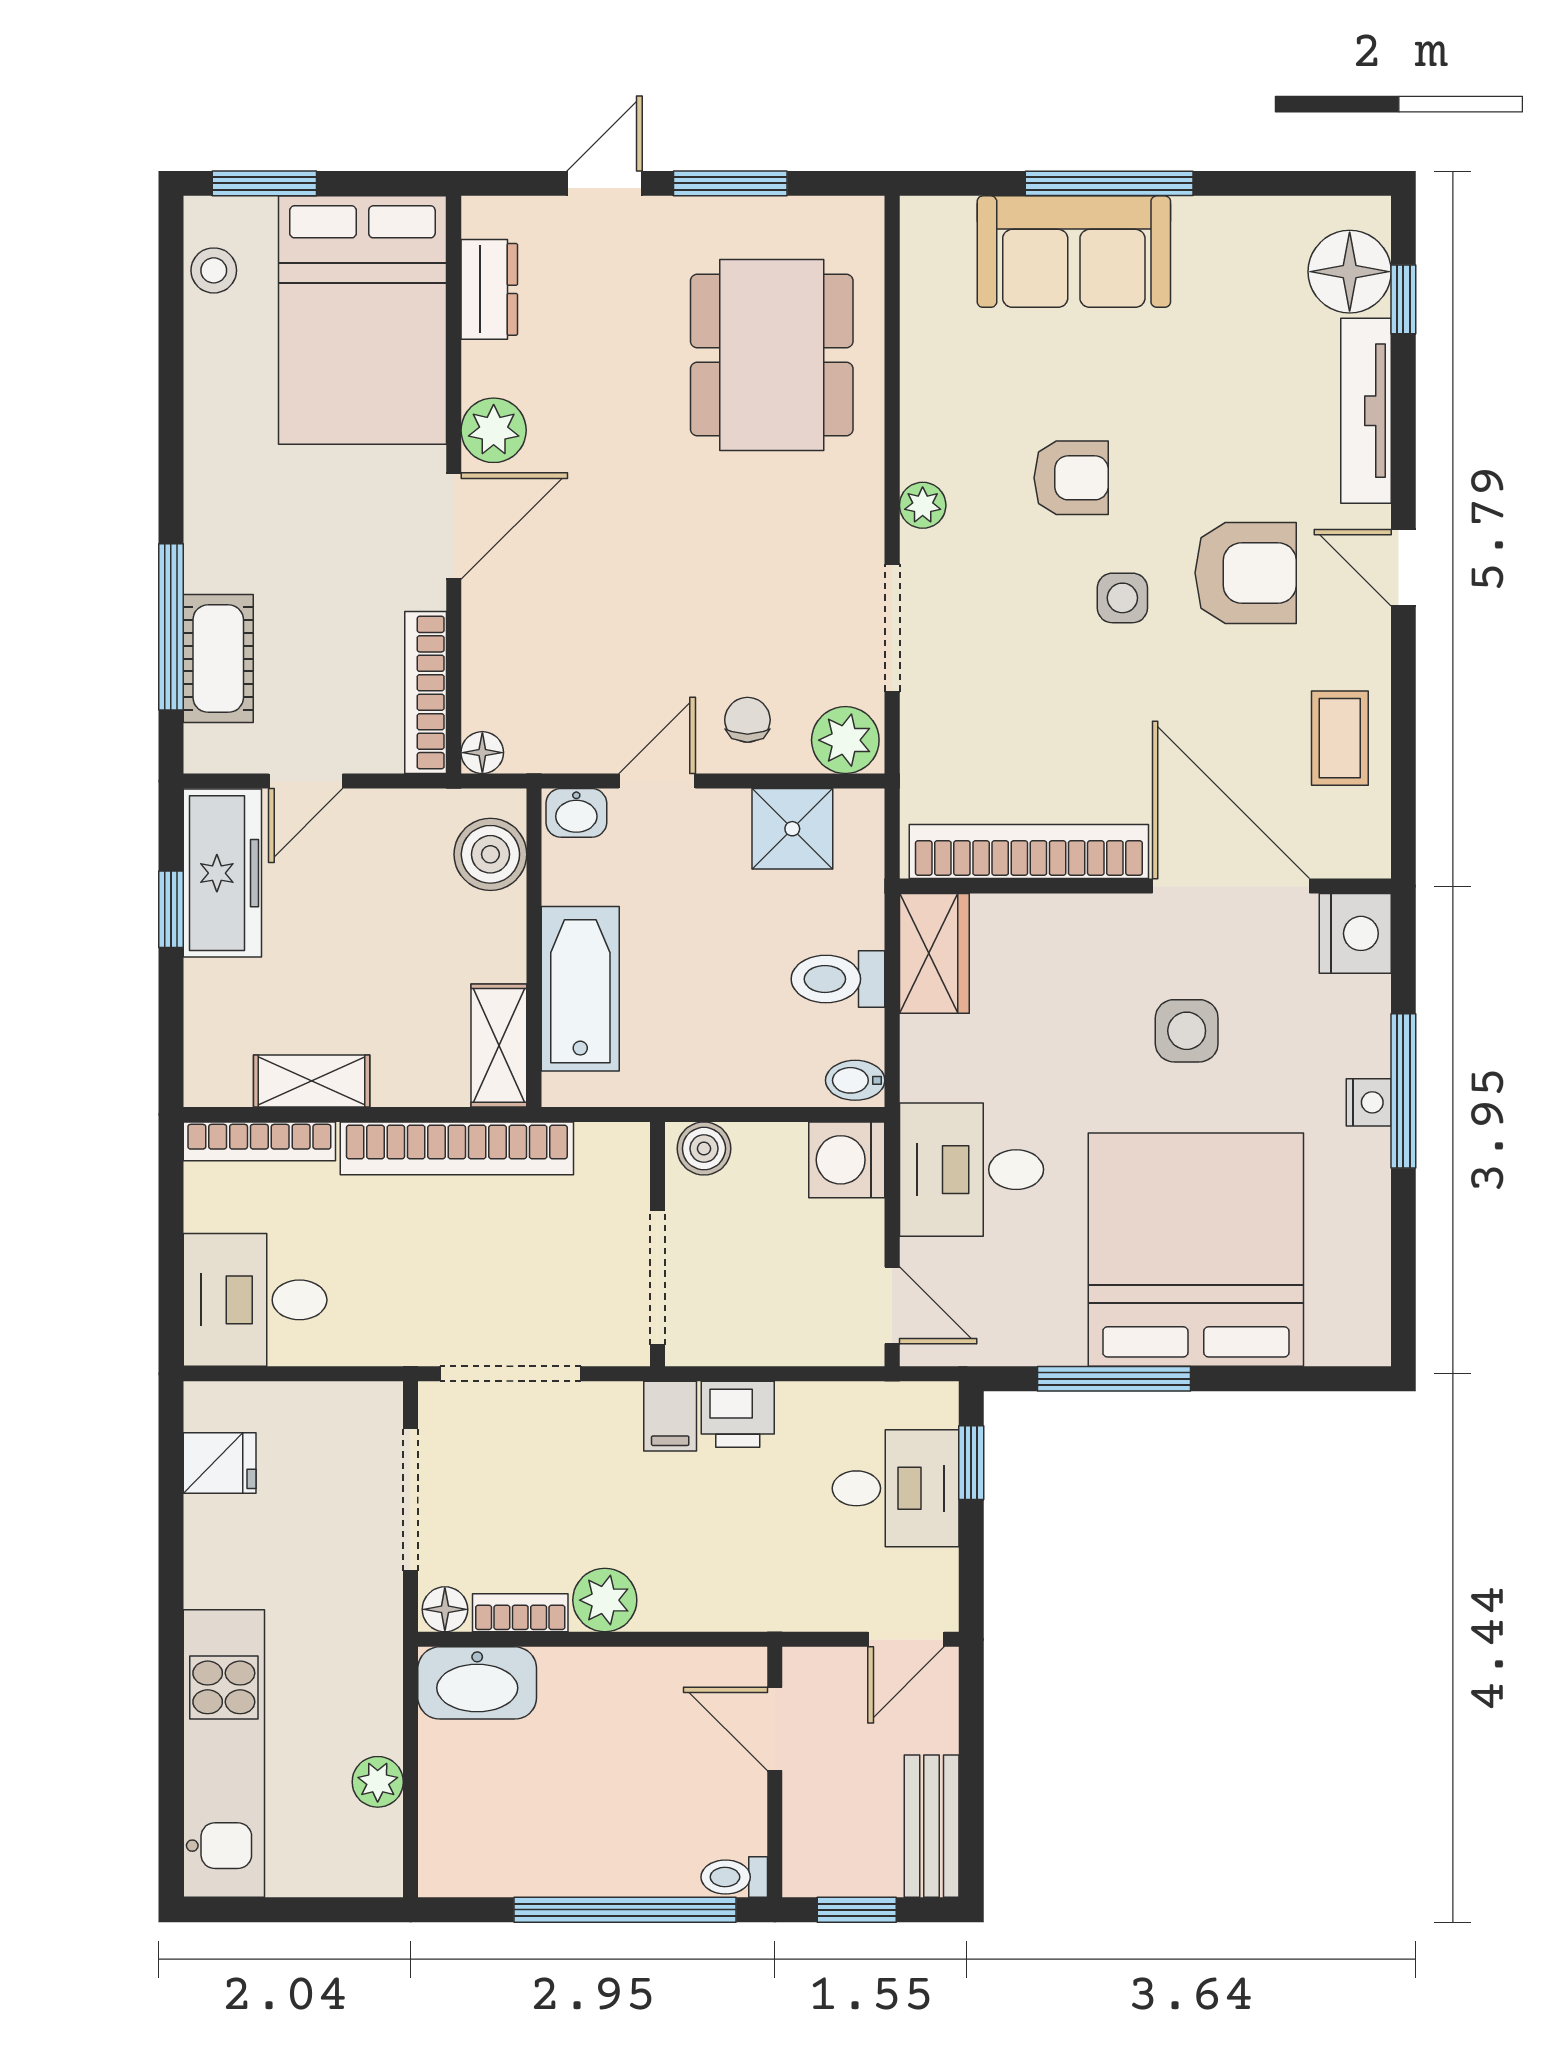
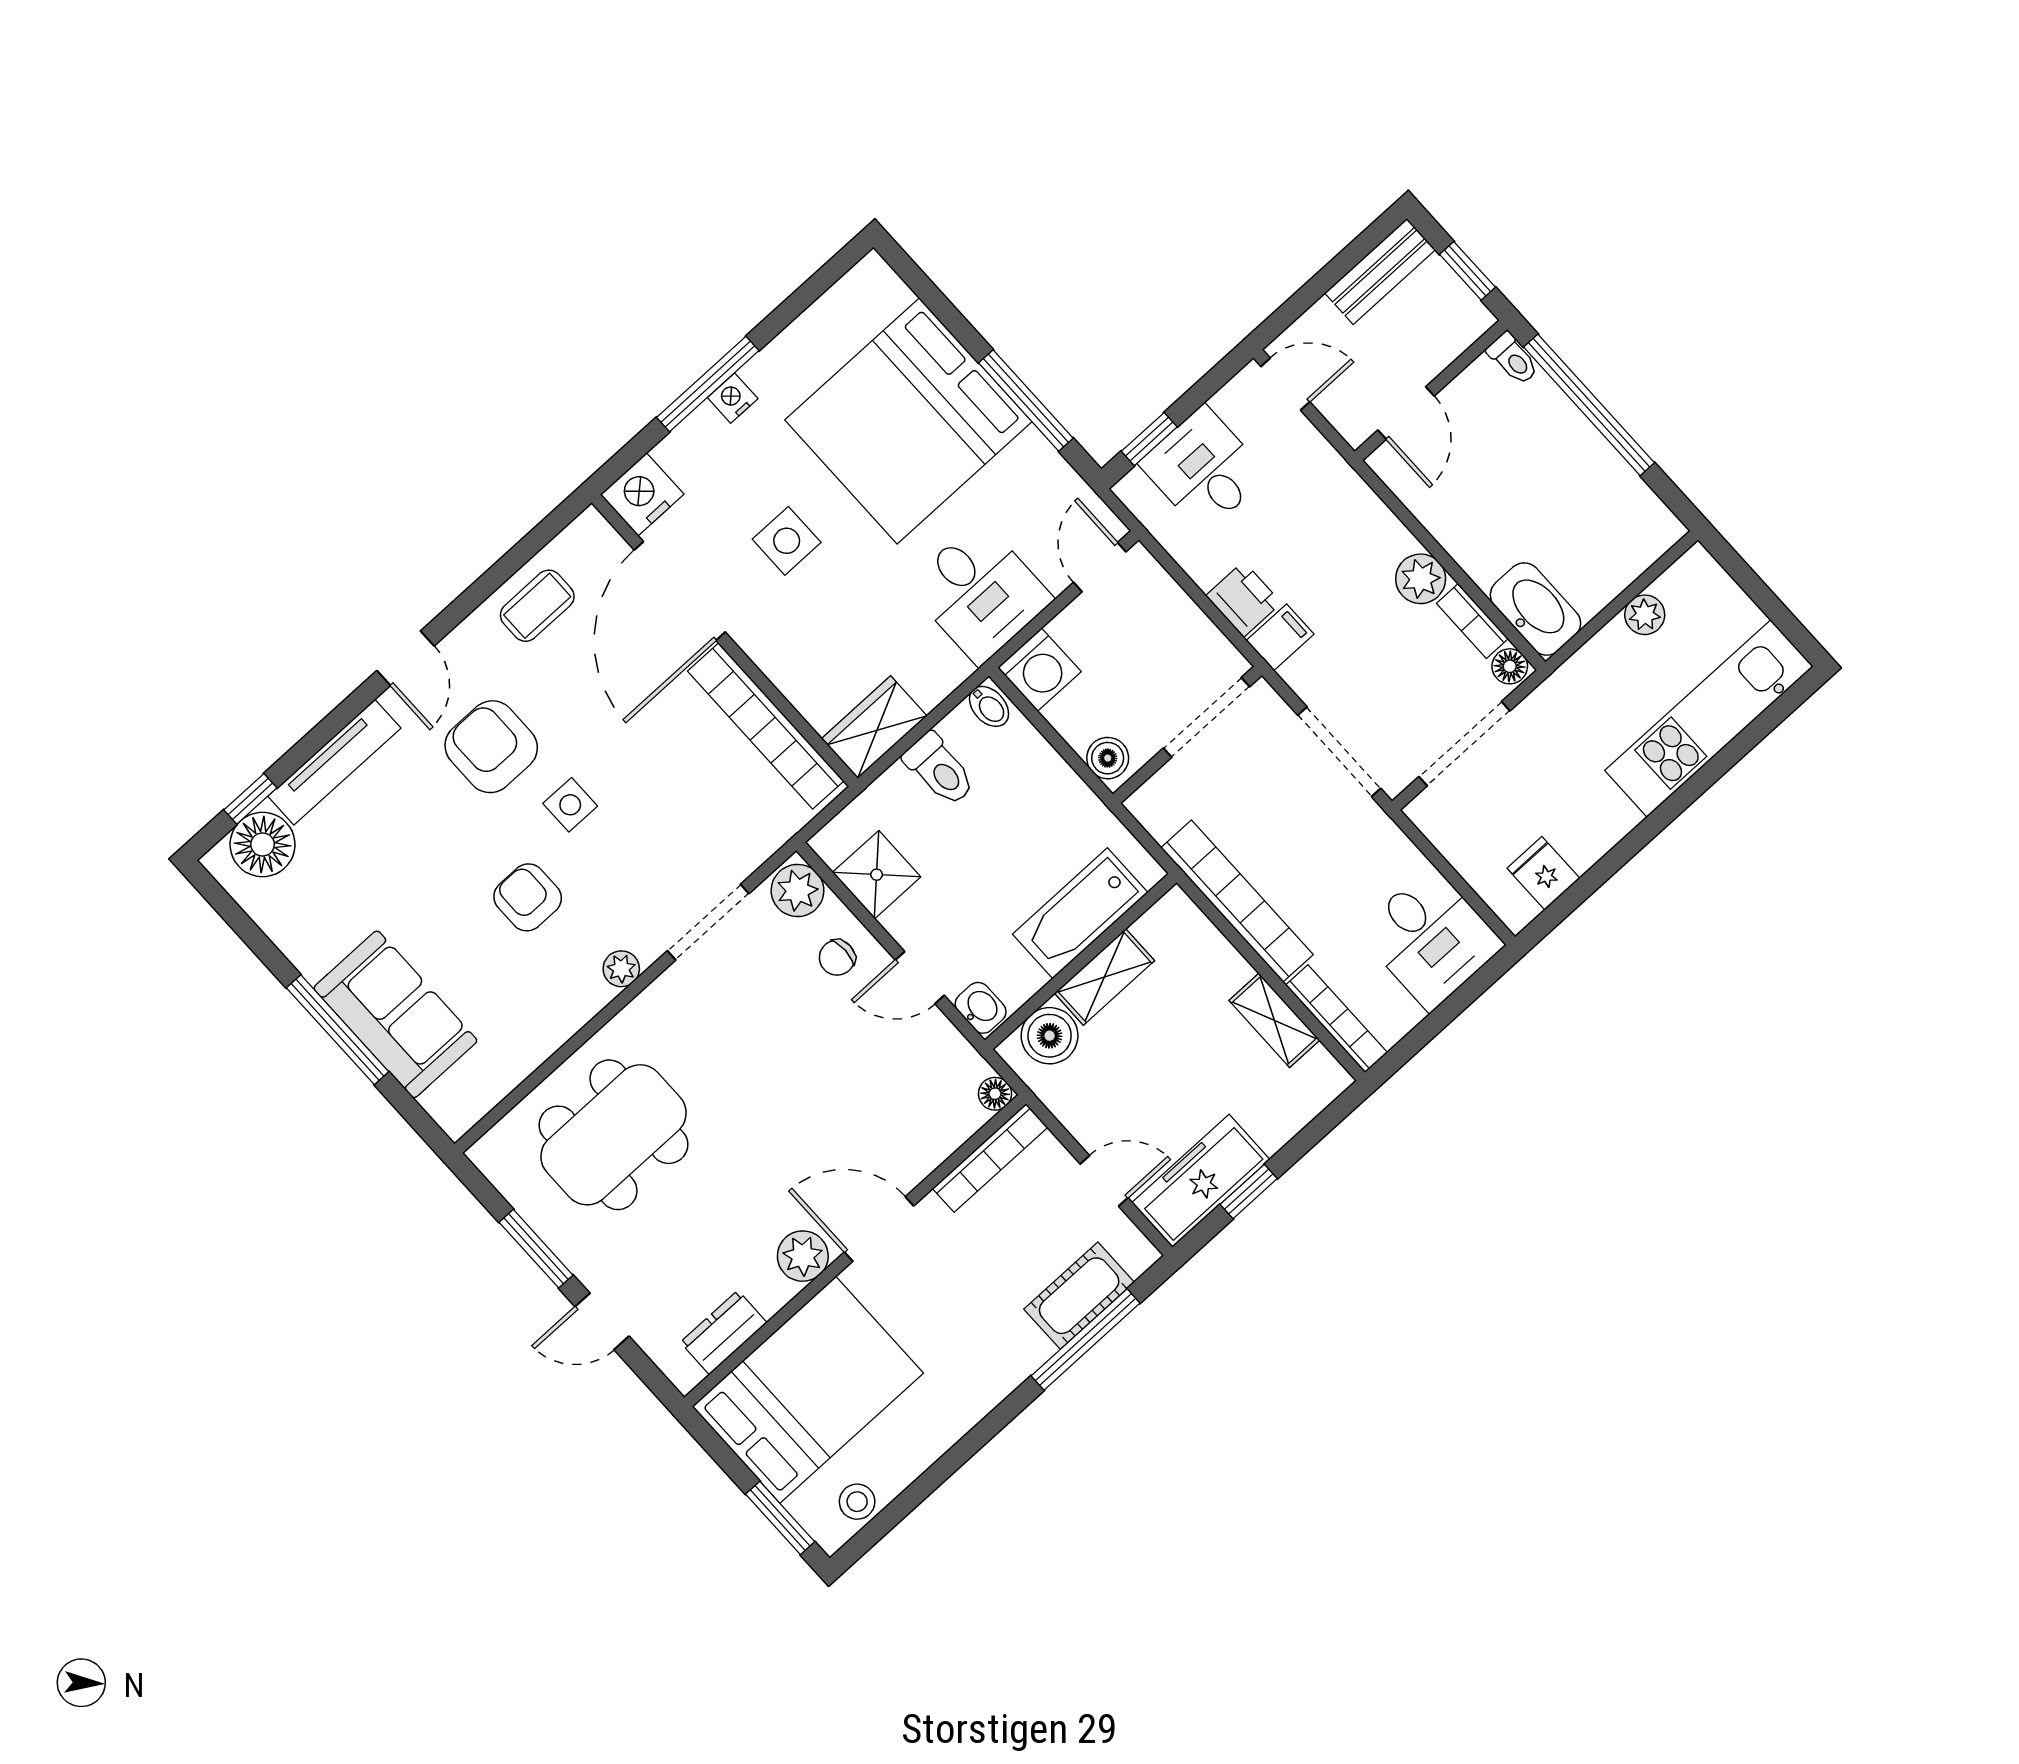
shelving: (499, 1045) -> (1105, 977), moved

